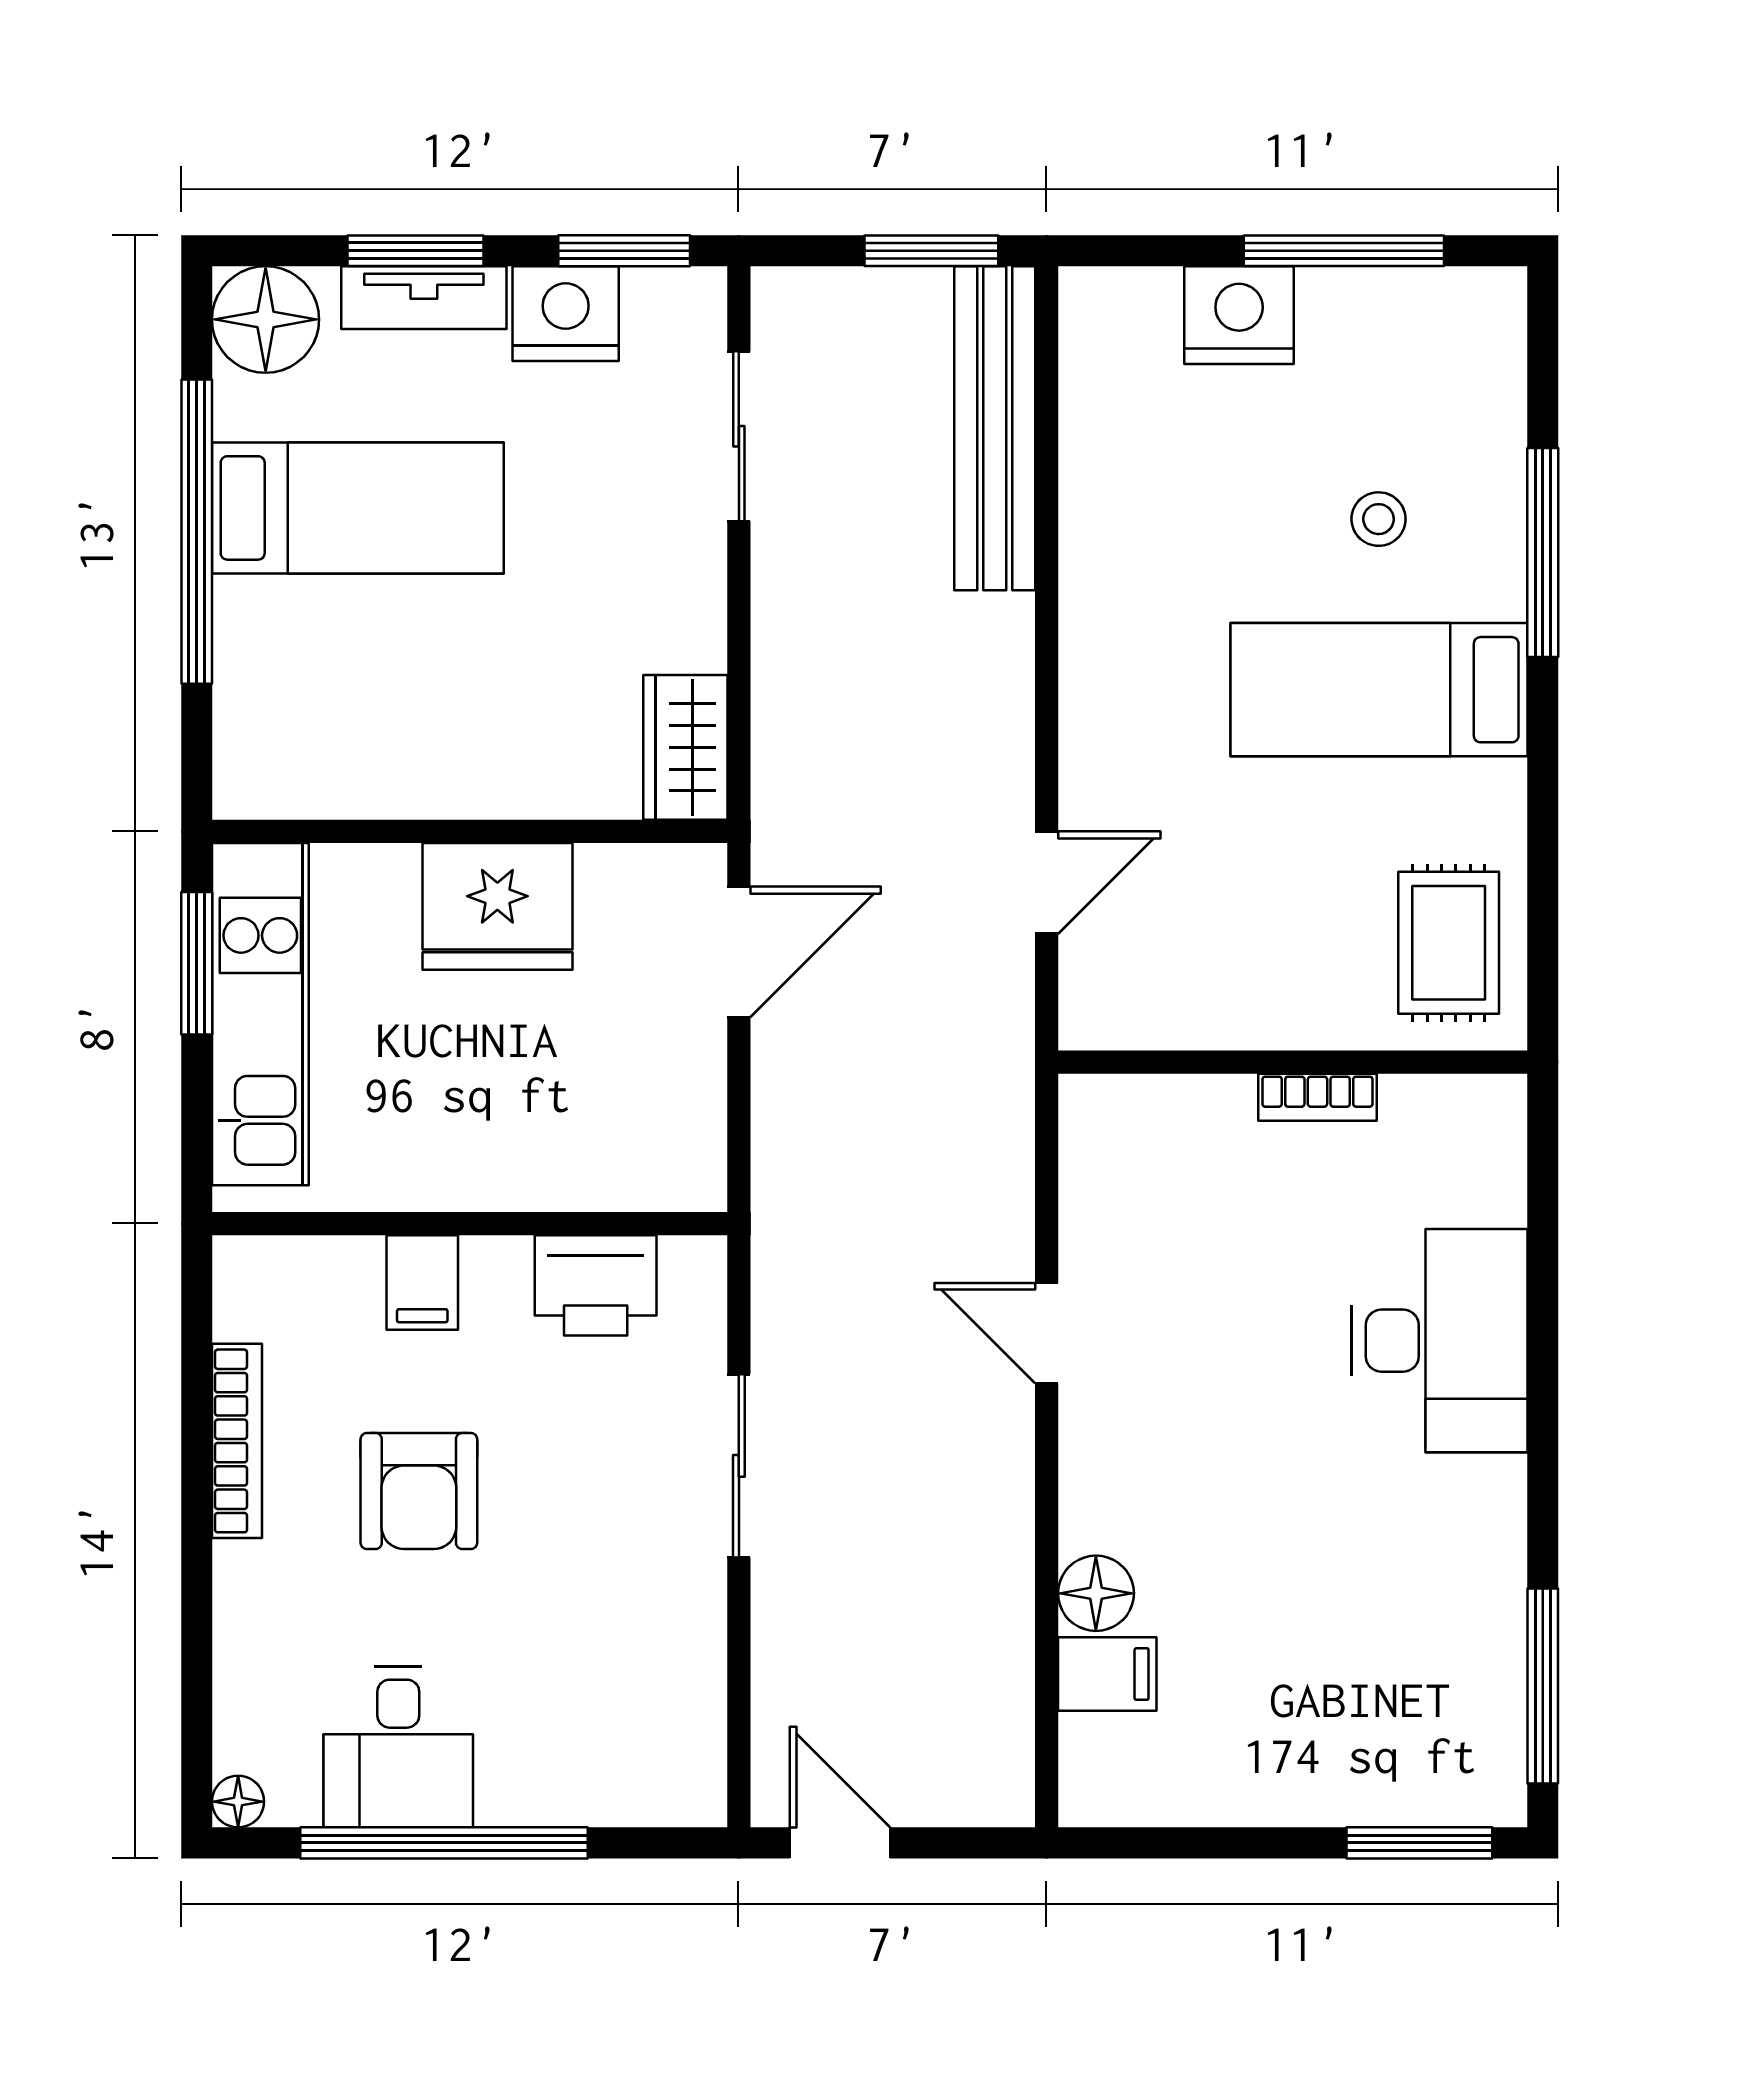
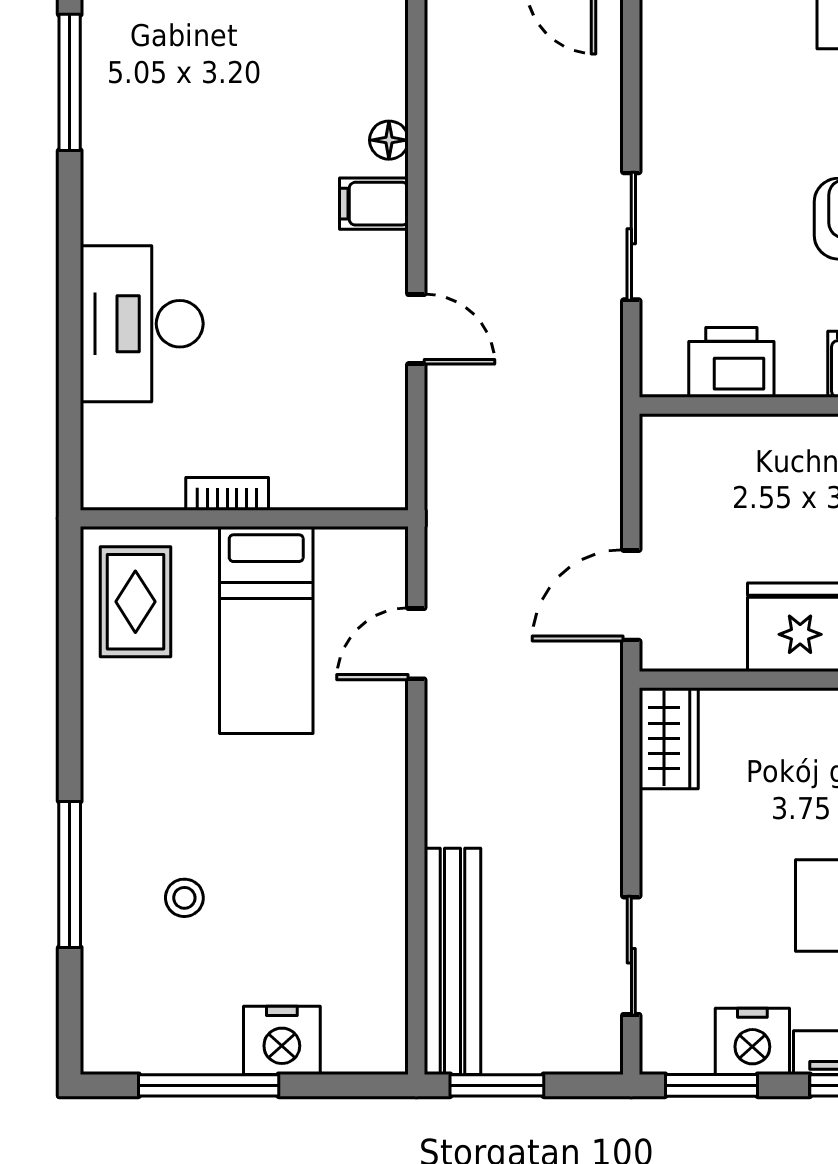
bed: (1379, 690) -> (266, 630), moved, turned 90
floor lamp: (1096, 1593) -> (389, 140), width x0.73, depth x0.73
filing cabinet: (1107, 1674) -> (374, 204), moved

